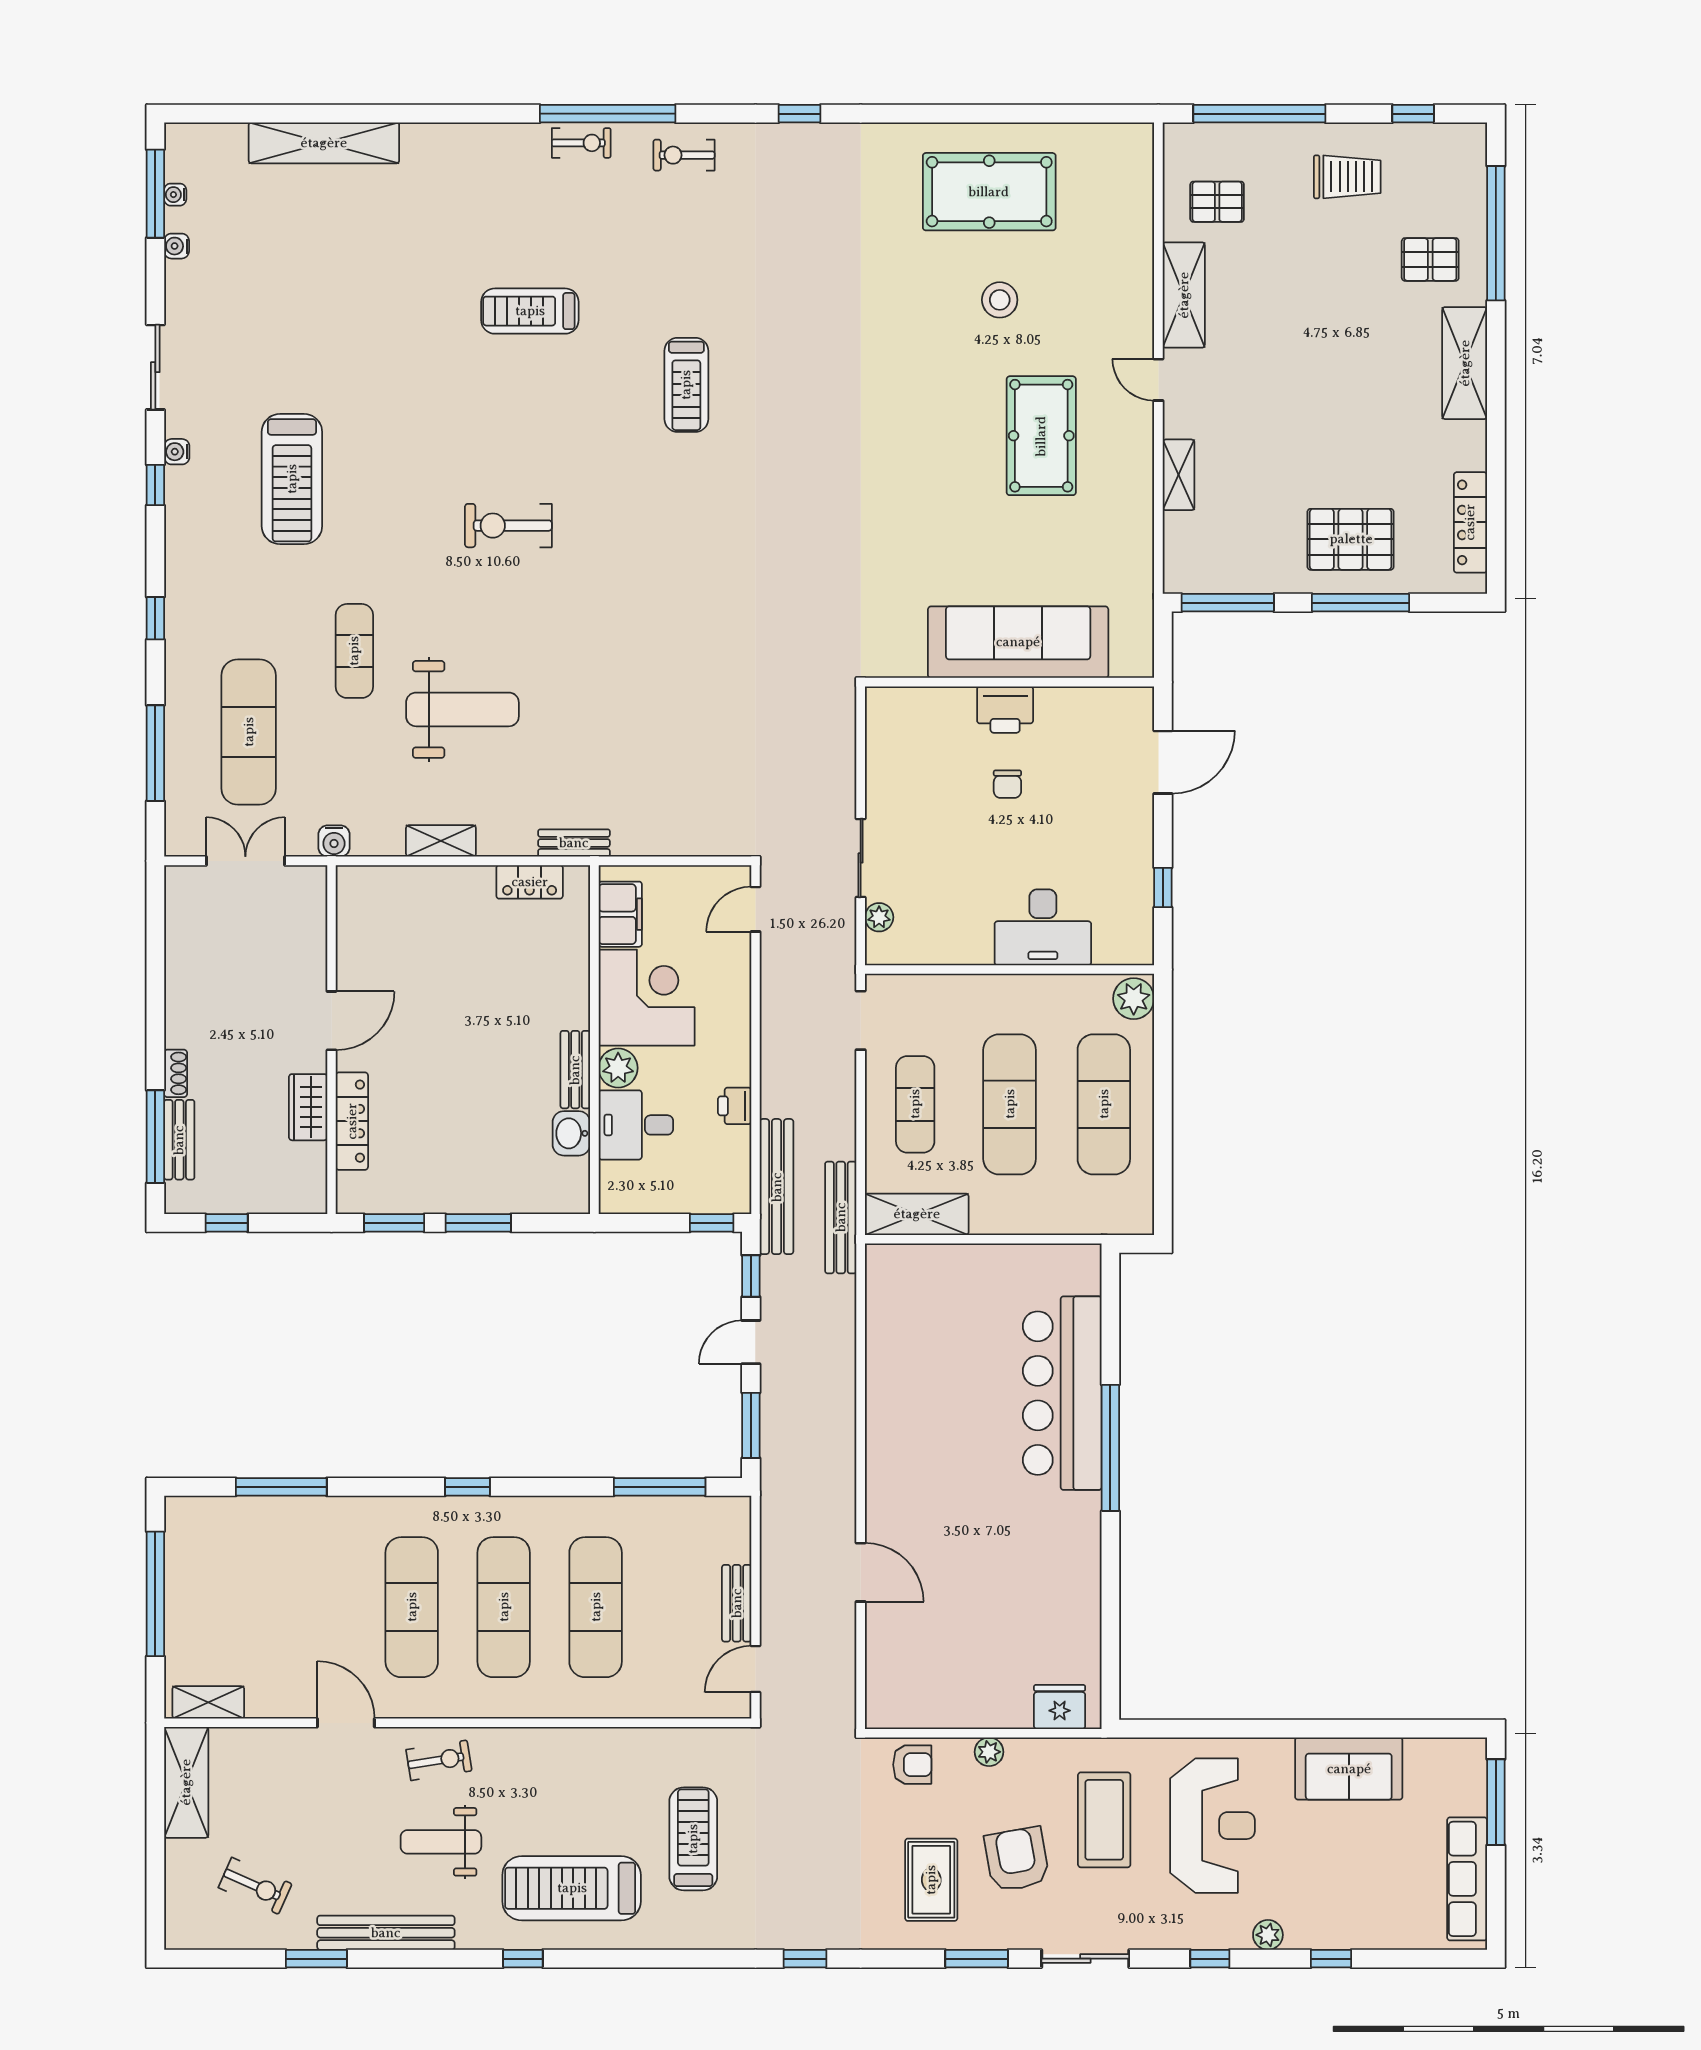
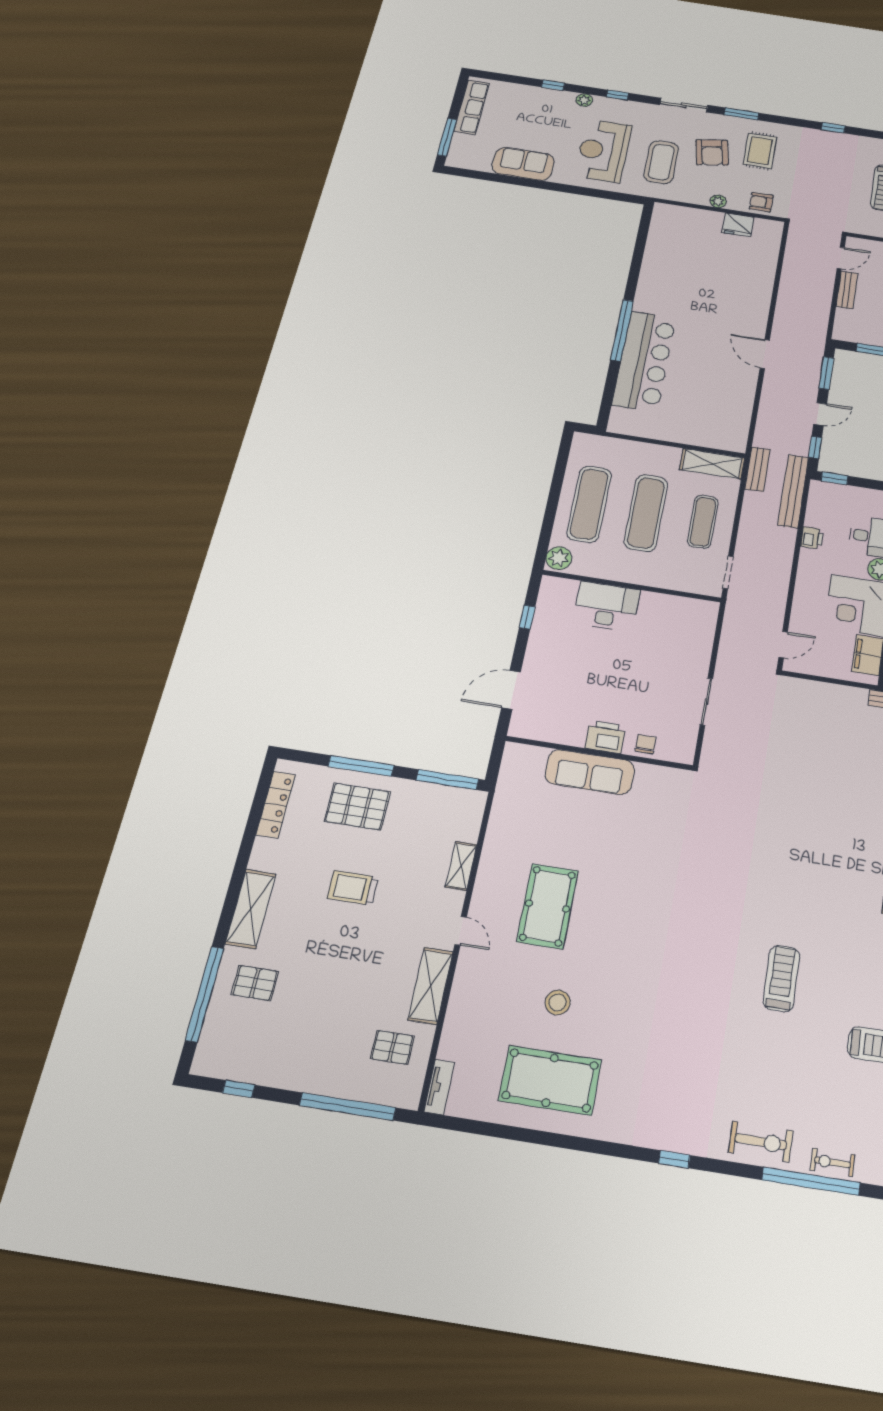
exercise bike: (684, 155) -> (761, 1142), width x1.38, depth x1.39
tv unit: (1140, 159) -> (439, 1087), added
trolley: (1347, 177) -> (353, 888), moved
sofa: (1018, 642) -> (590, 772), width x0.74, depth x0.79
chair: (1007, 784) -> (646, 744), moved
sliding door: (861, 858) -> (706, 702), moved
plant: (879, 917) -> (707, 628), removed
bench: (841, 1217) -> (757, 469), width x0.73
door: (861, 1572) -> (765, 354), moved
fridge: (1060, 1707) -> (738, 225), moved

